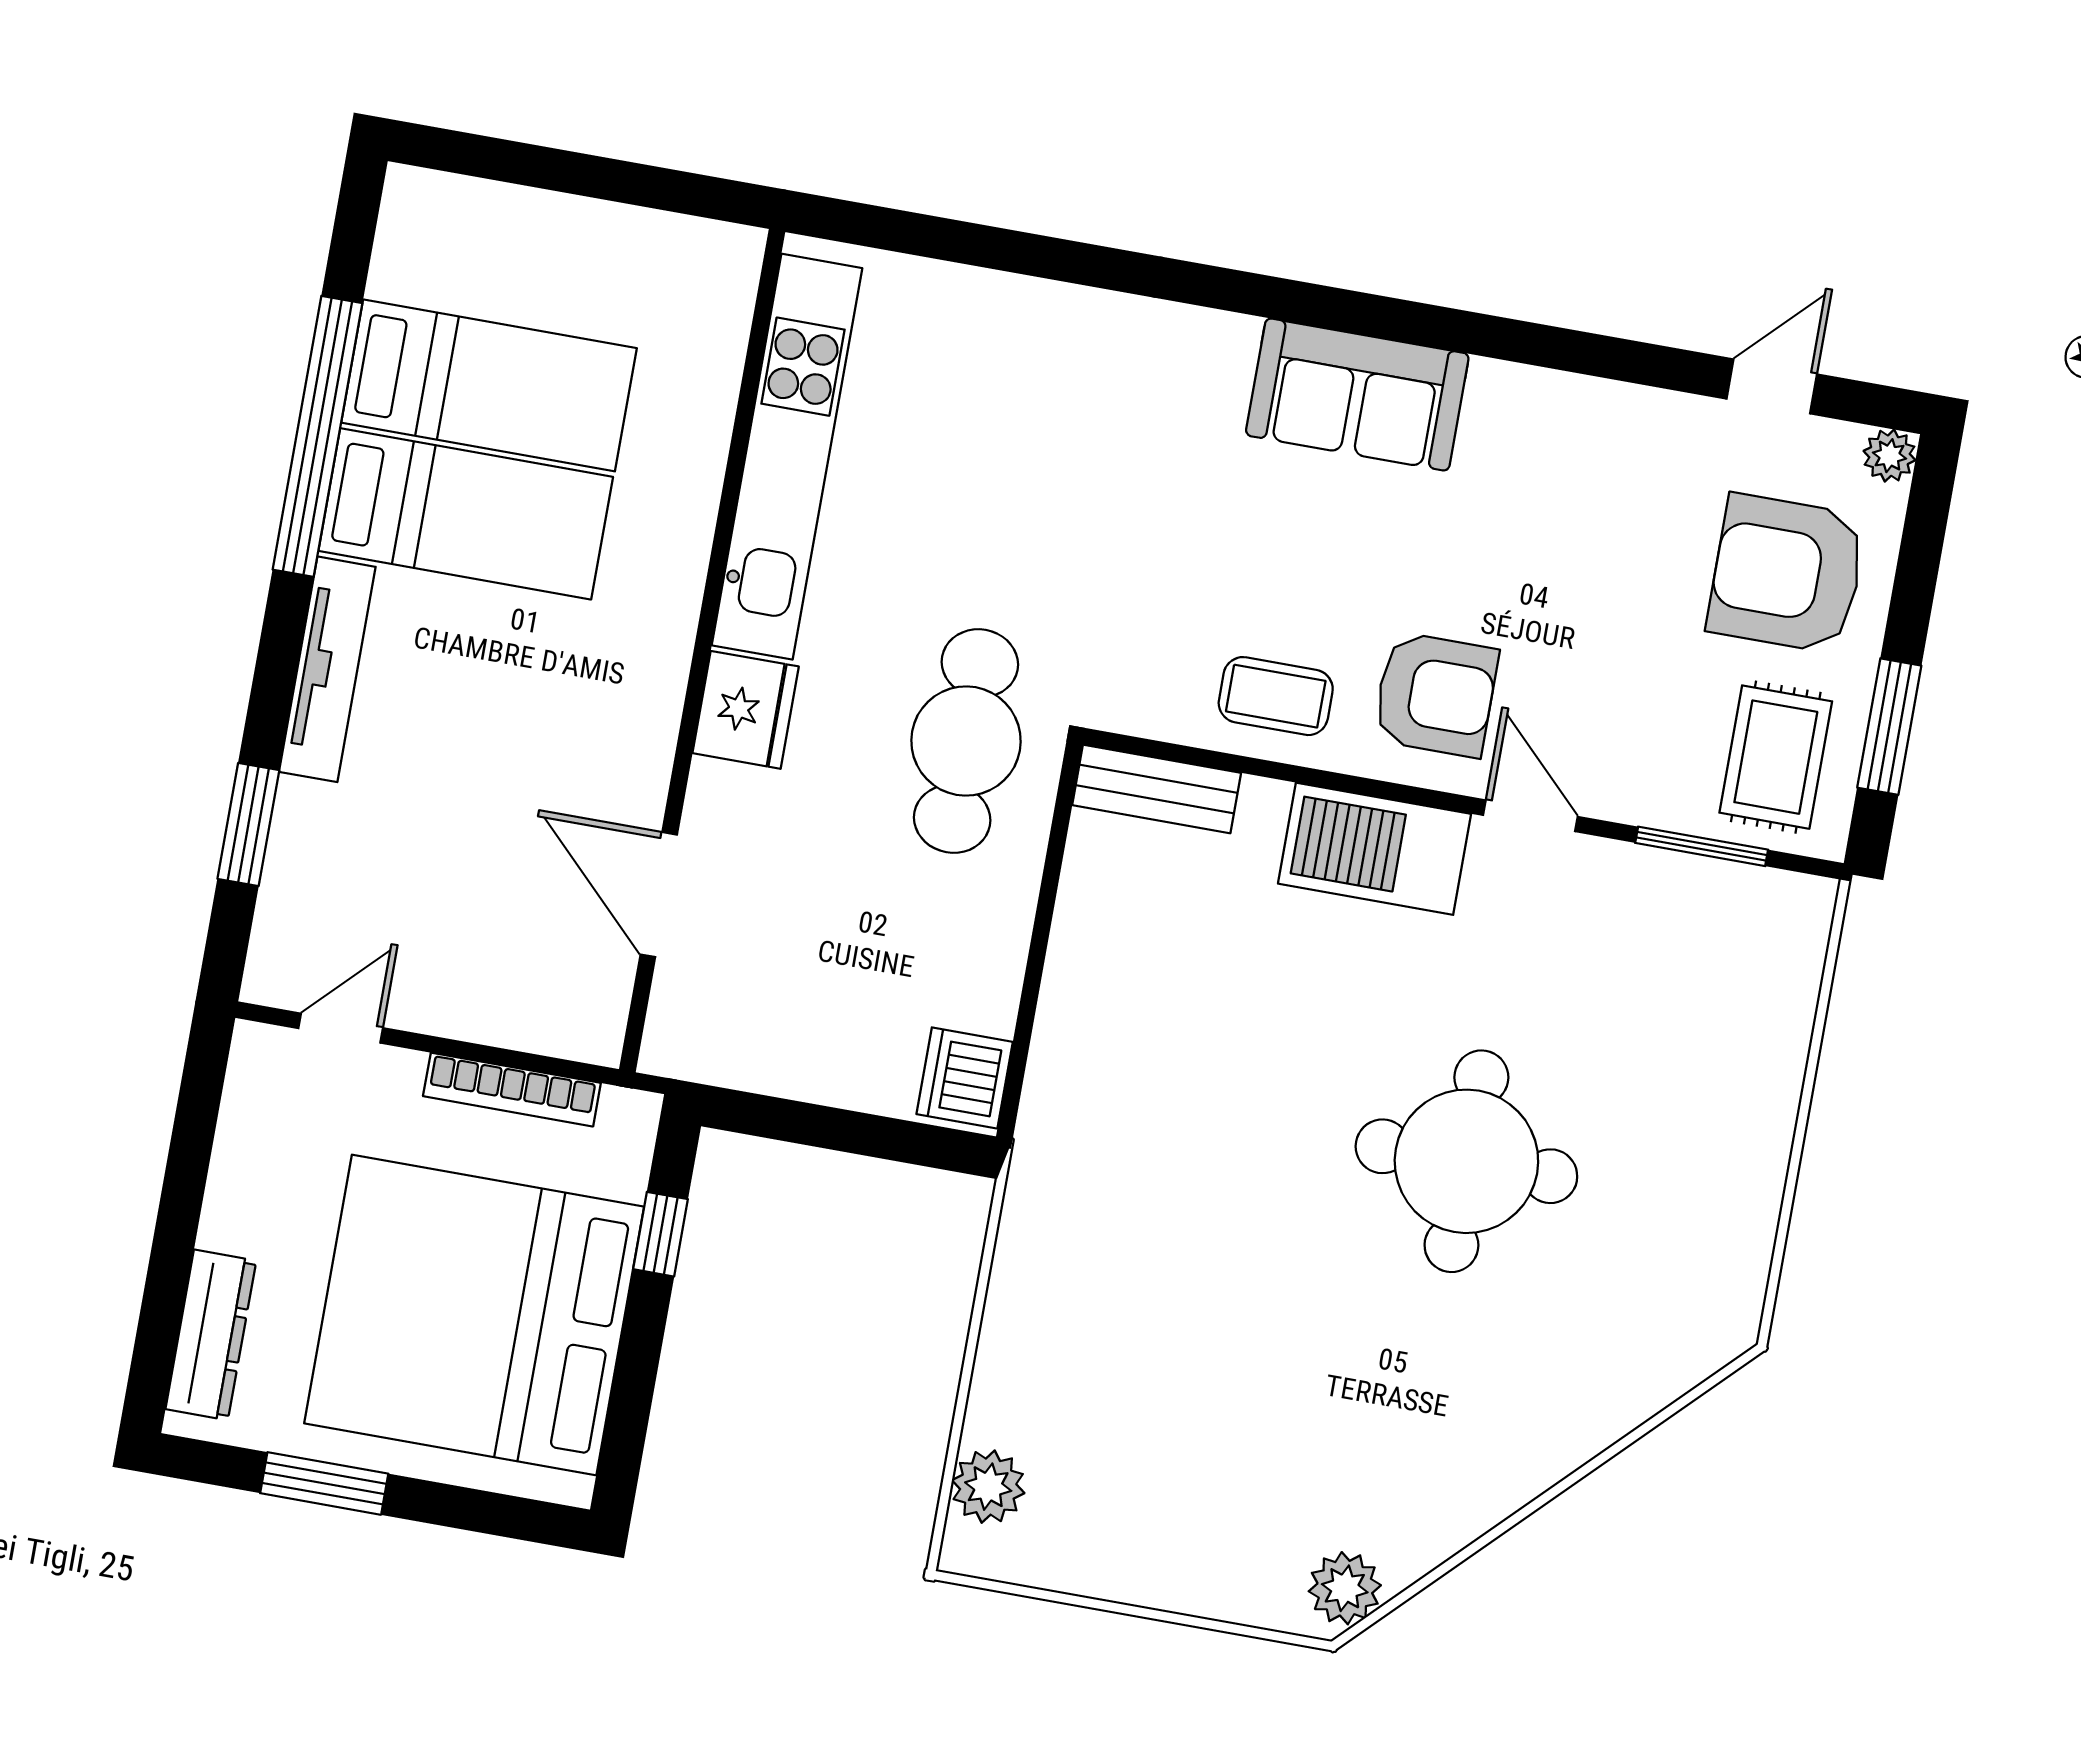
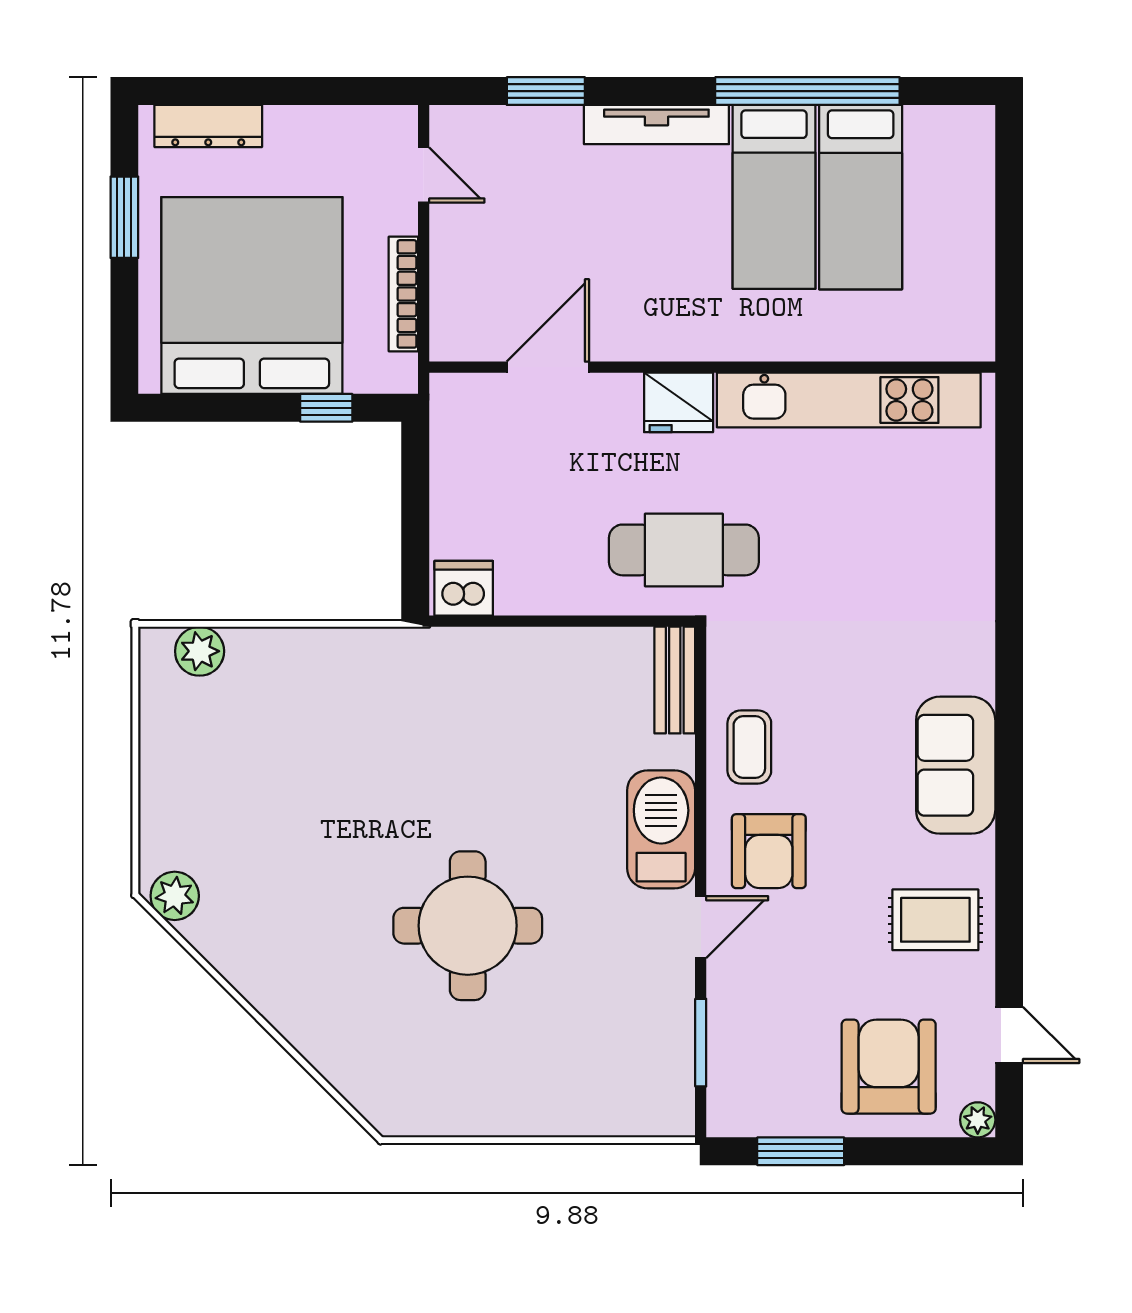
rug: (1776, 757) -> (935, 920), moved

